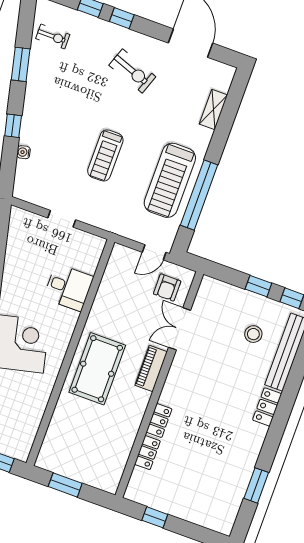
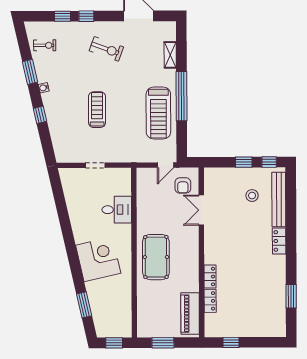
water cooler: (24, 152) -> (44, 88), moved
treadmill: (105, 155) -> (97, 110), moved, turned 180
window: (199, 195) -> (181, 96), moved
piano: (151, 369) -> (190, 314), moved, width x1.37, depth x1.33

